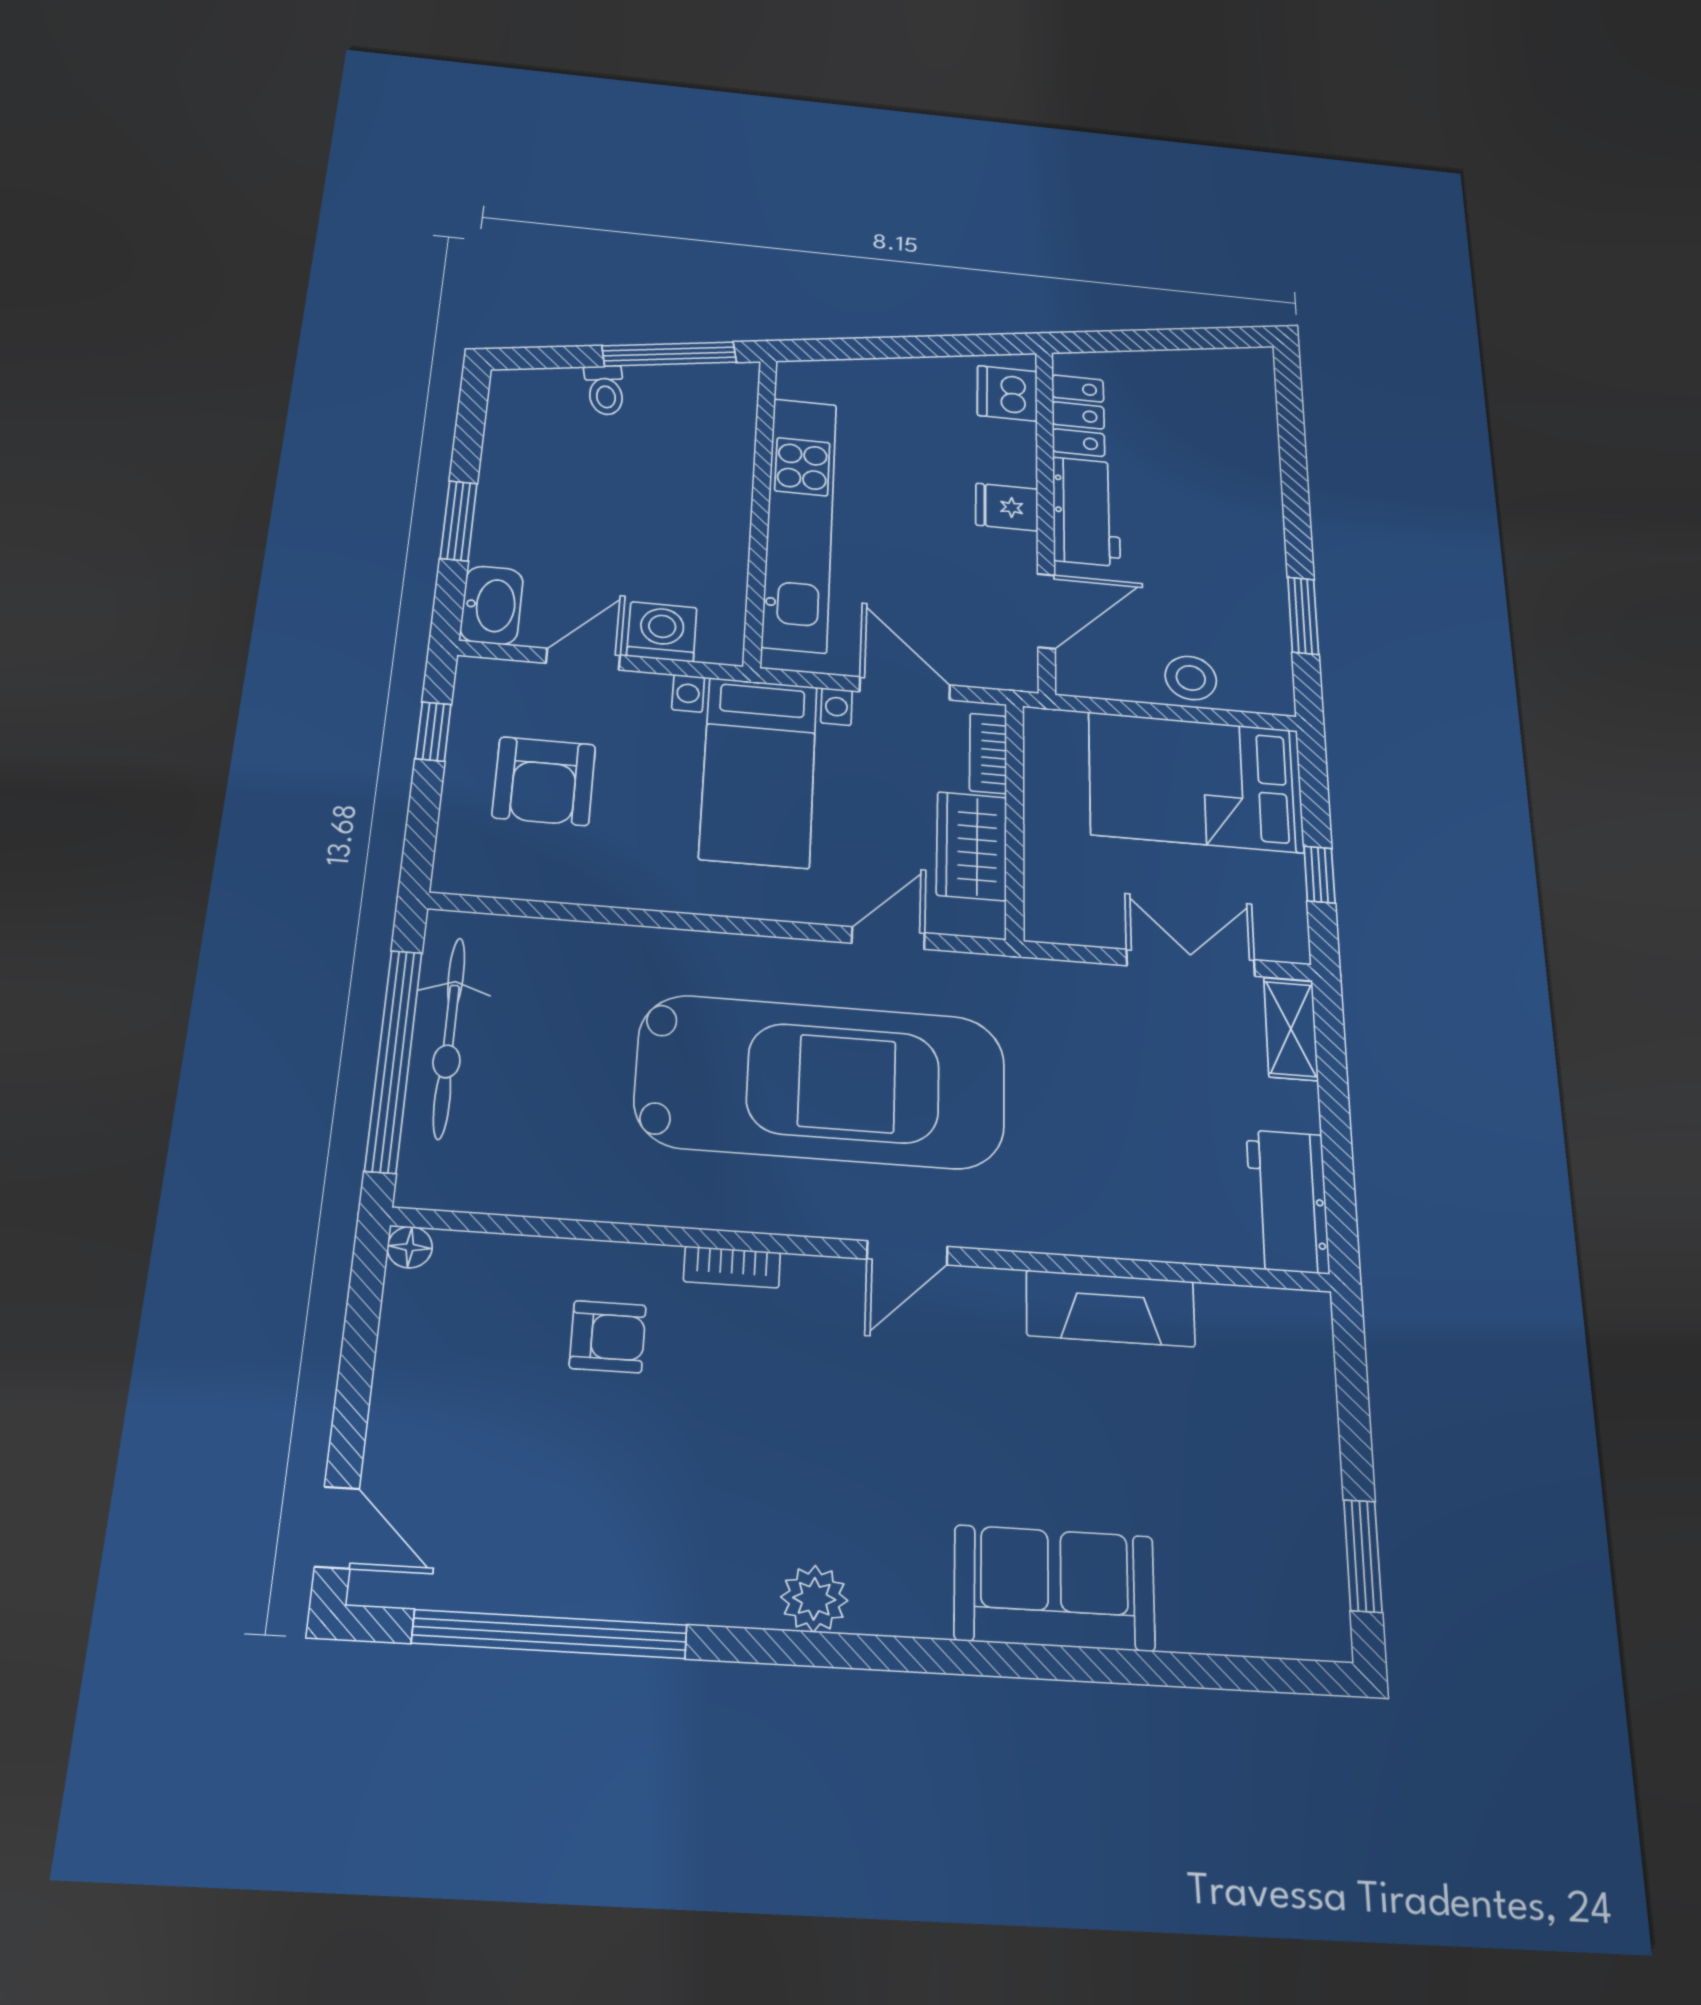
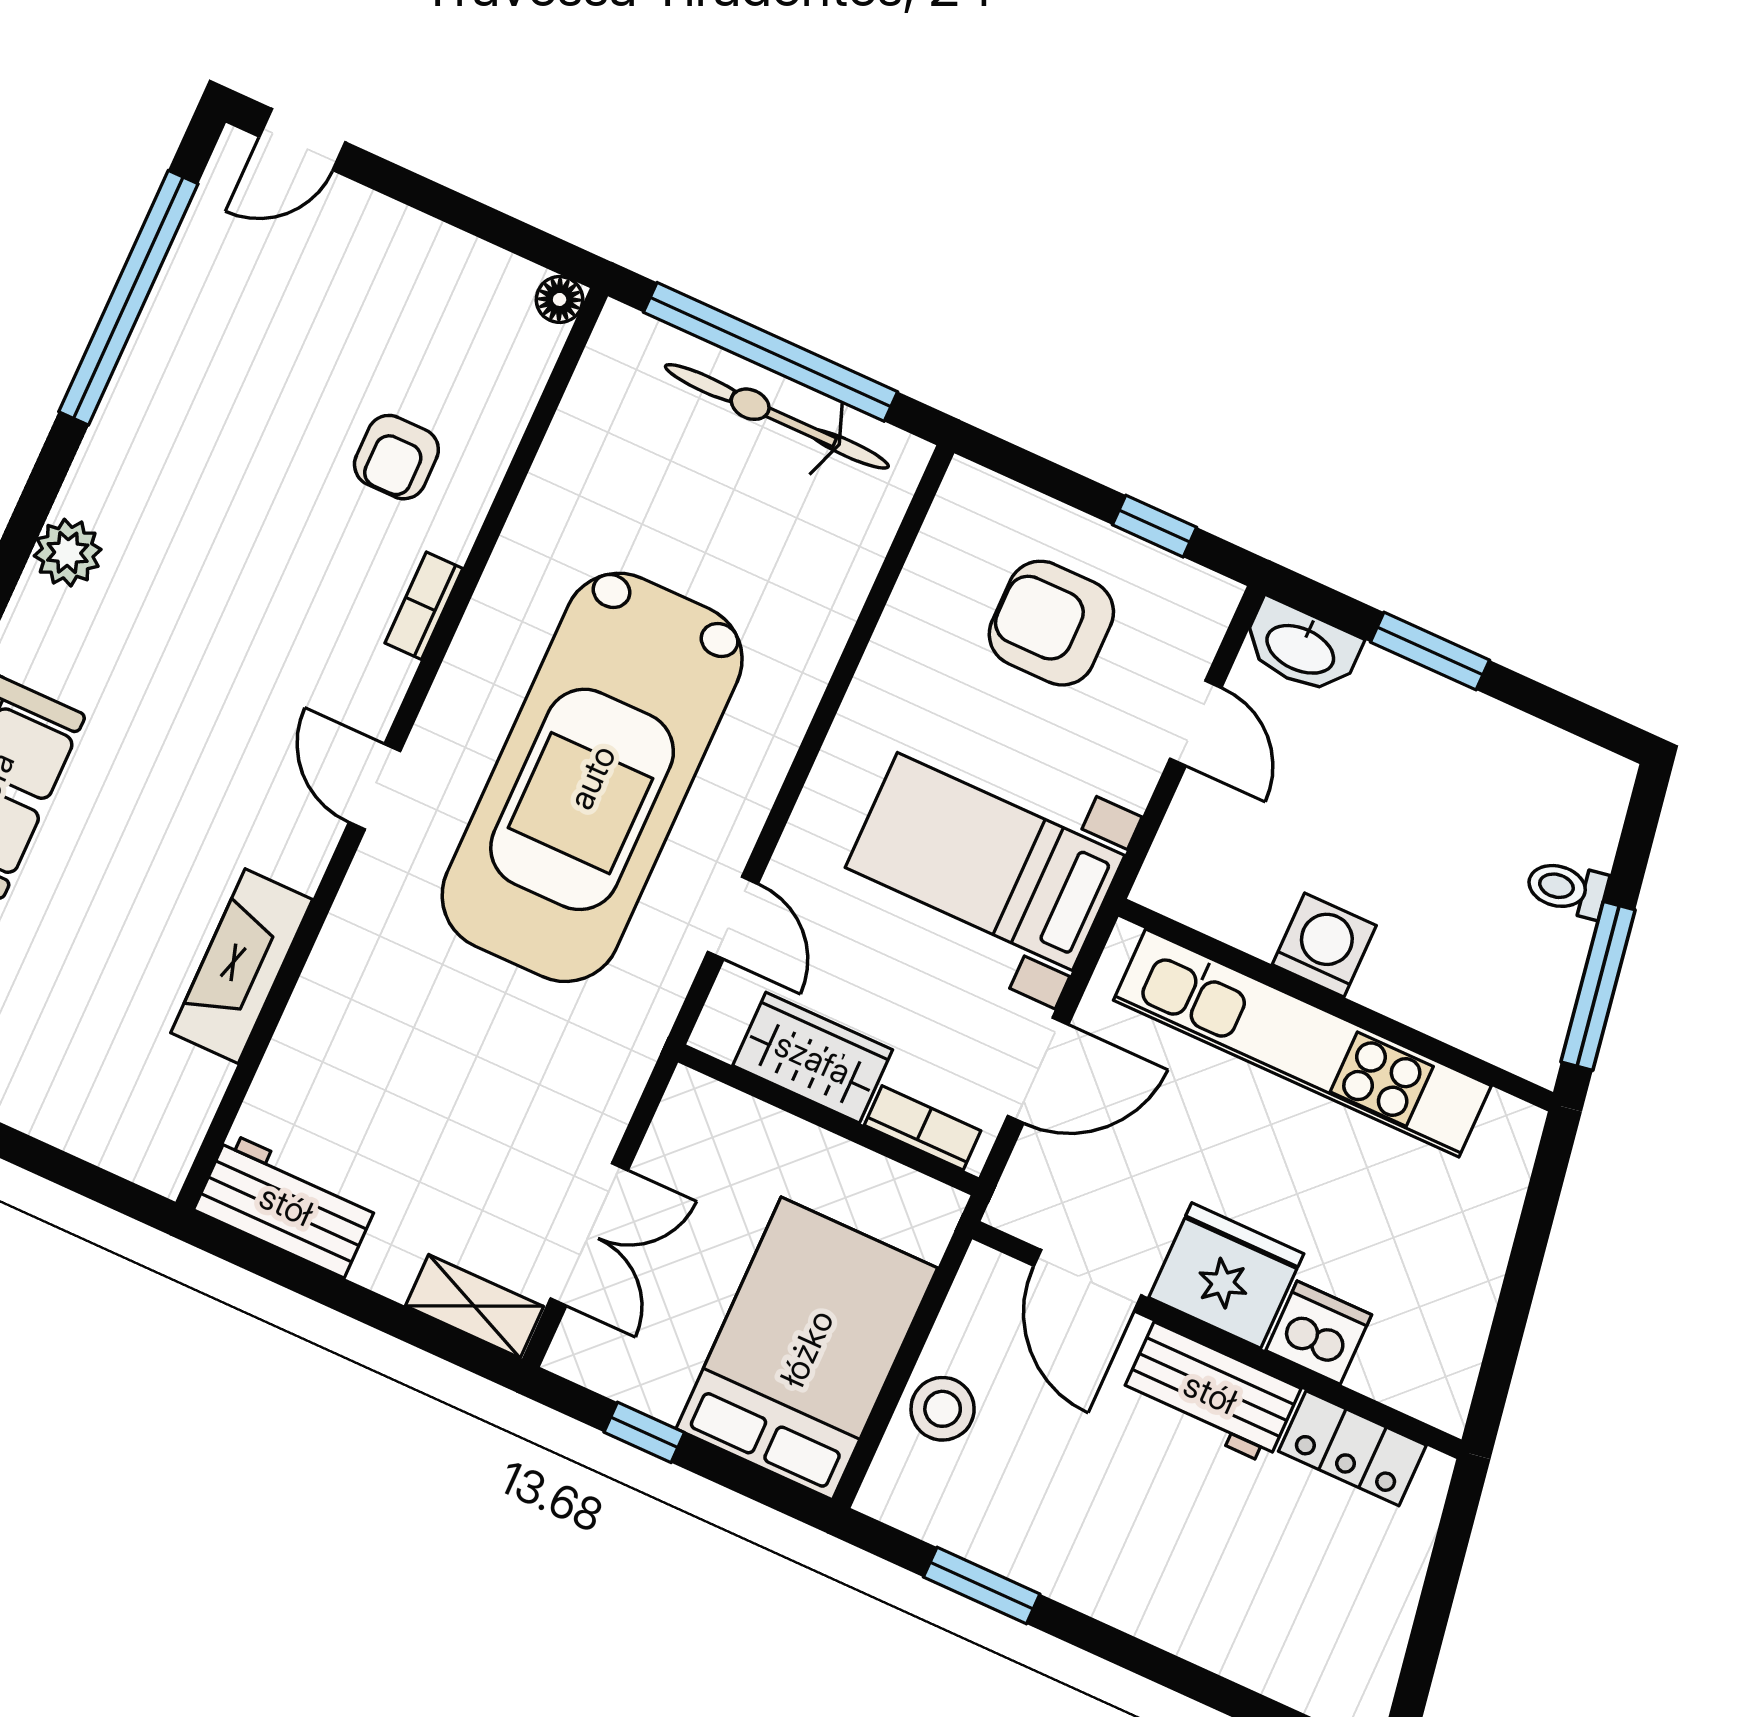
dishwasher: (1007, 393) -> (1319, 1333), moved
fridge: (1007, 507) -> (1226, 1276), width x1.88, depth x1.34
washing machine: (662, 632) -> (1324, 945), moved, turned -90

